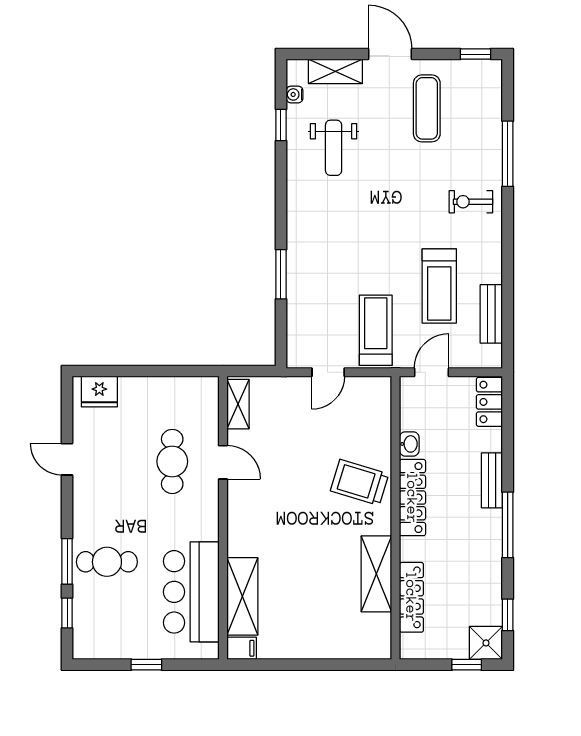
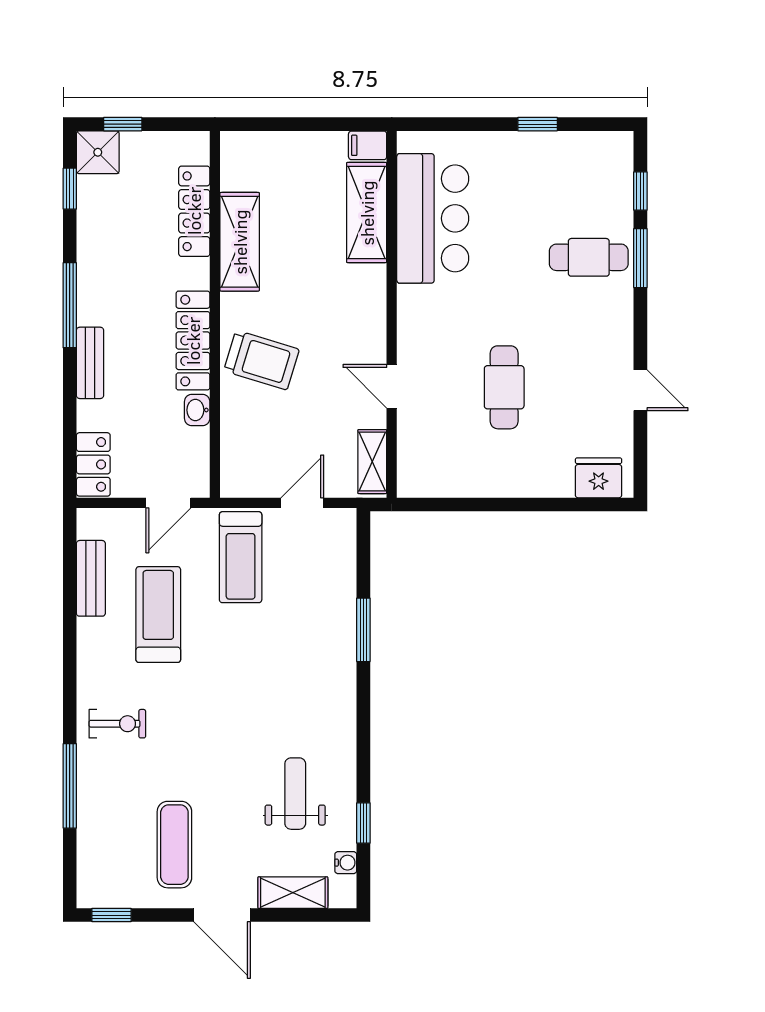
shelving: (238, 404) -> (372, 462), moved
door: (223, 462) -> (392, 386), moved
wall: (223, 518) -> (392, 314), moved
bar counter: (191, 592) -> (433, 218), moved
shelving: (242, 596) -> (367, 213), moved
filing cabinet: (242, 648) -> (368, 145), moved

